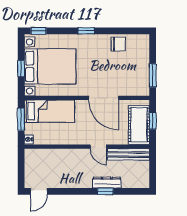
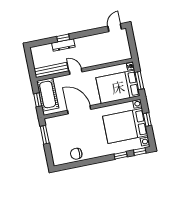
window: (86, 31) -> (121, 155), moved
bed: (49, 111) -> (118, 87), width x1.50

